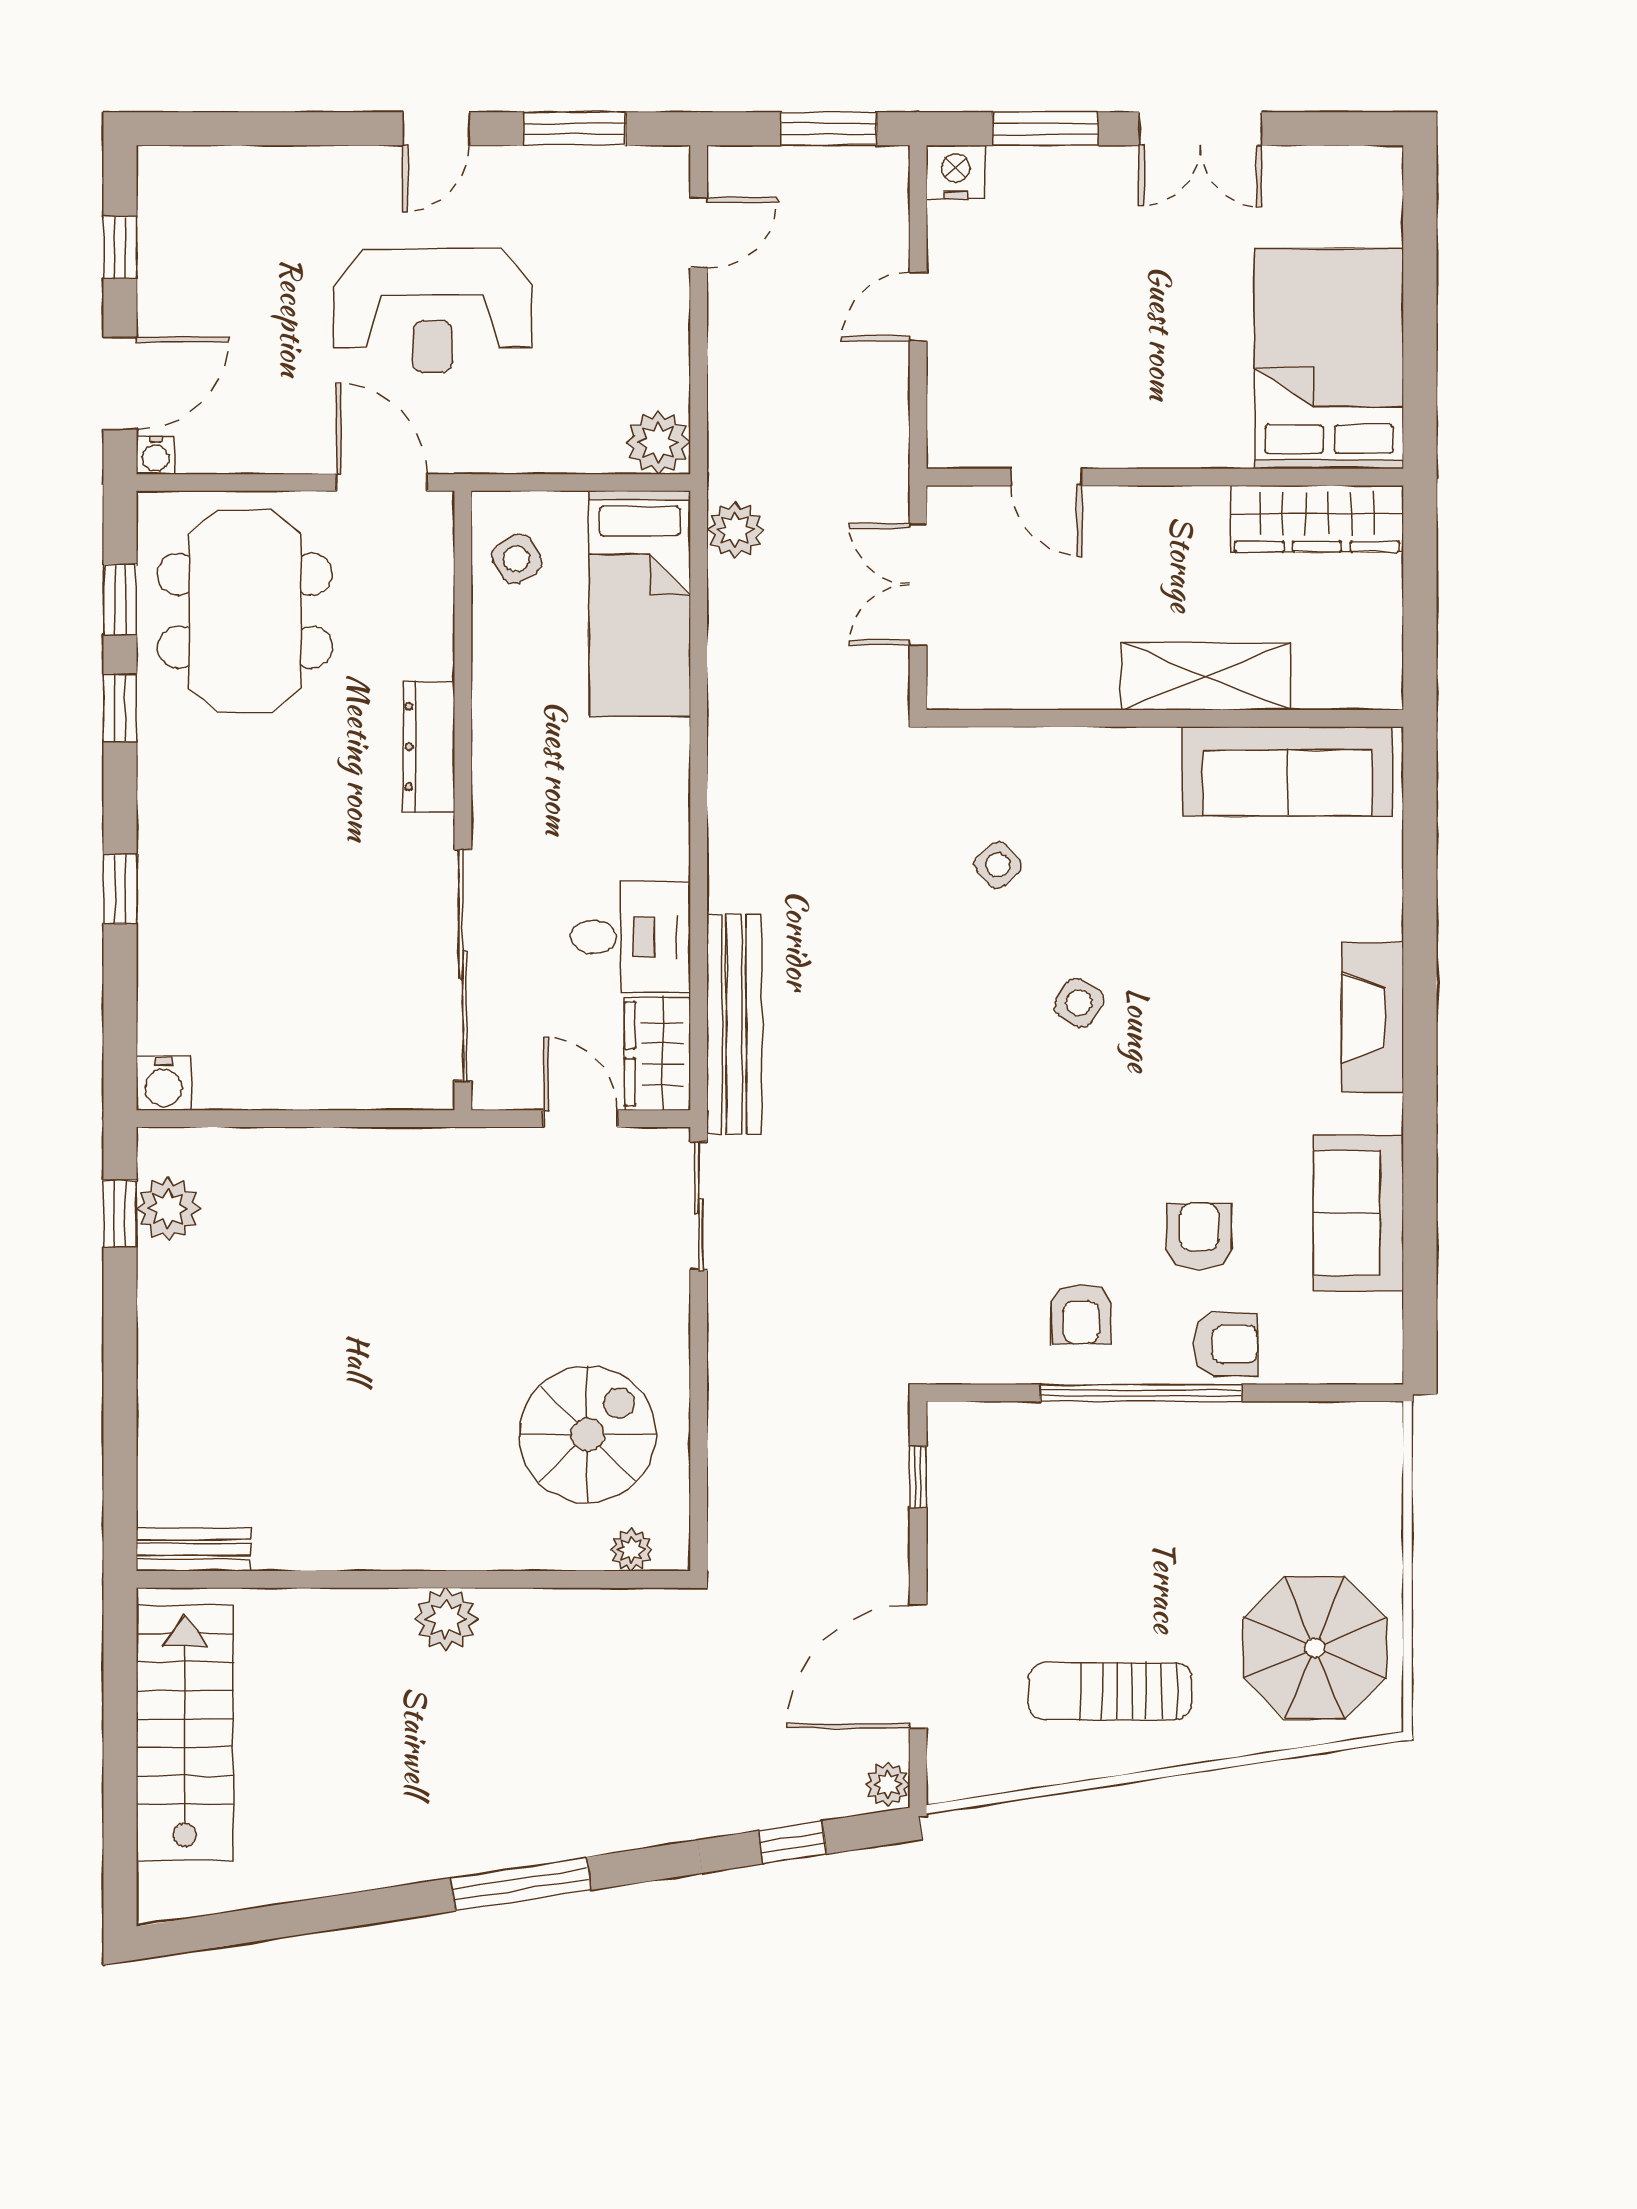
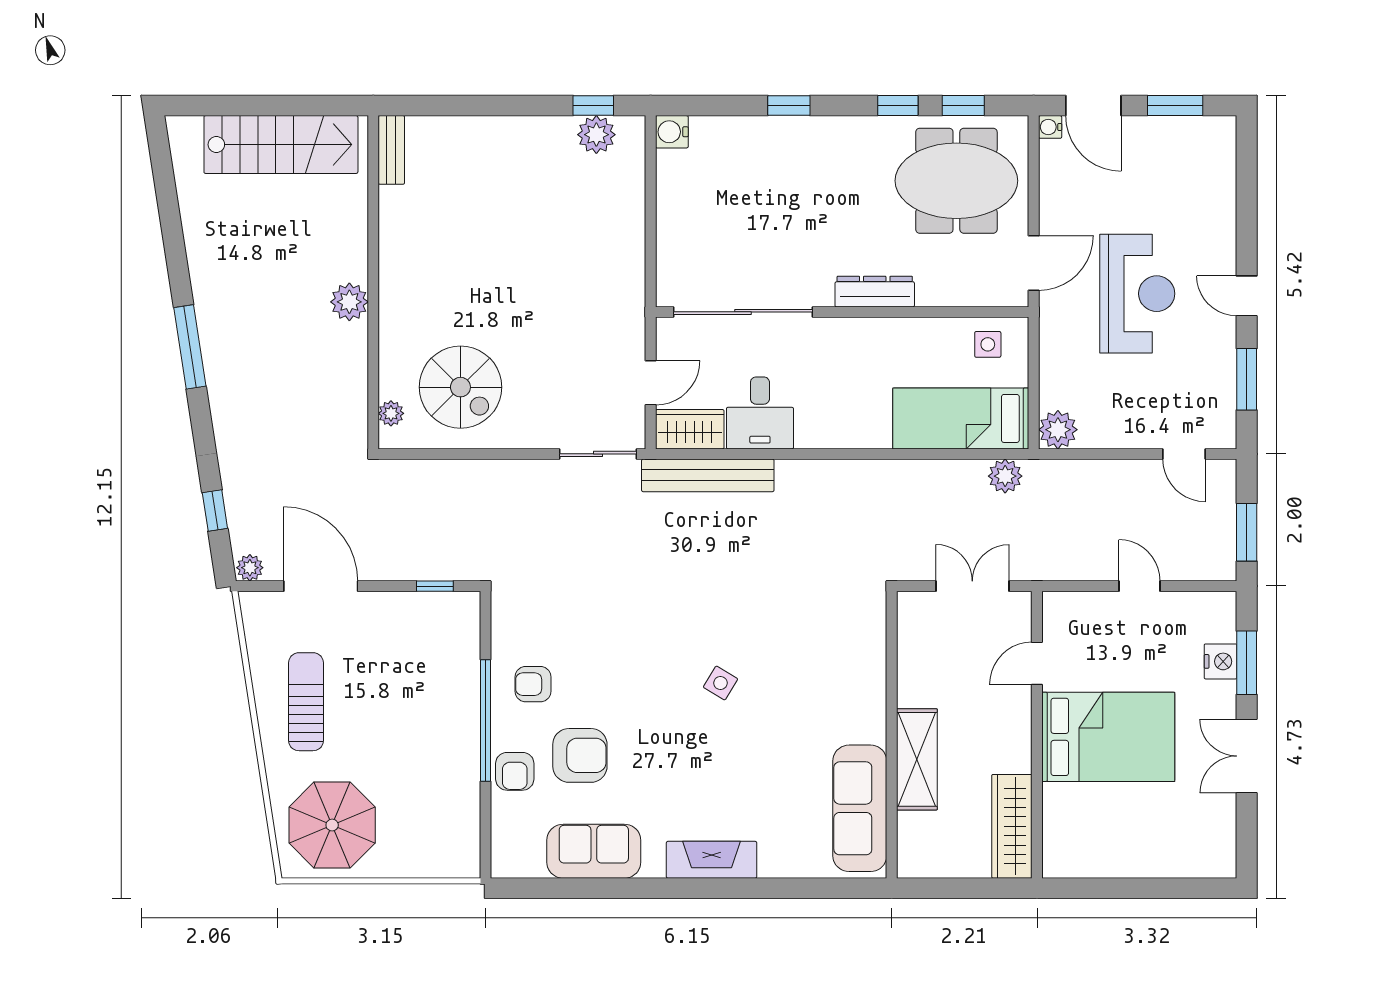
nightstand: (956, 172) -> (1221, 661), moved
window: (120, 248) -> (1175, 106), width x1.50
reception desk: (432, 310) -> (1137, 294), turned 180
bed: (1329, 359) -> (1108, 737), moved
side table: (517, 559) -> (988, 344), turned 31
side table: (998, 865) -> (803, 634), removed
armchair: (1199, 1236) -> (580, 755), width x1.38, depth x1.38

